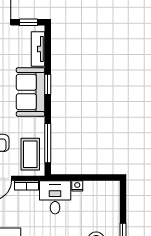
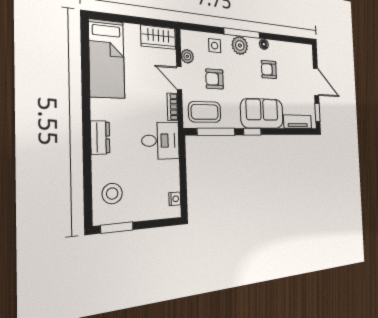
window: (48, 84) -> (252, 132), moved
nightstand: (77, 186) -> (175, 199), moved

